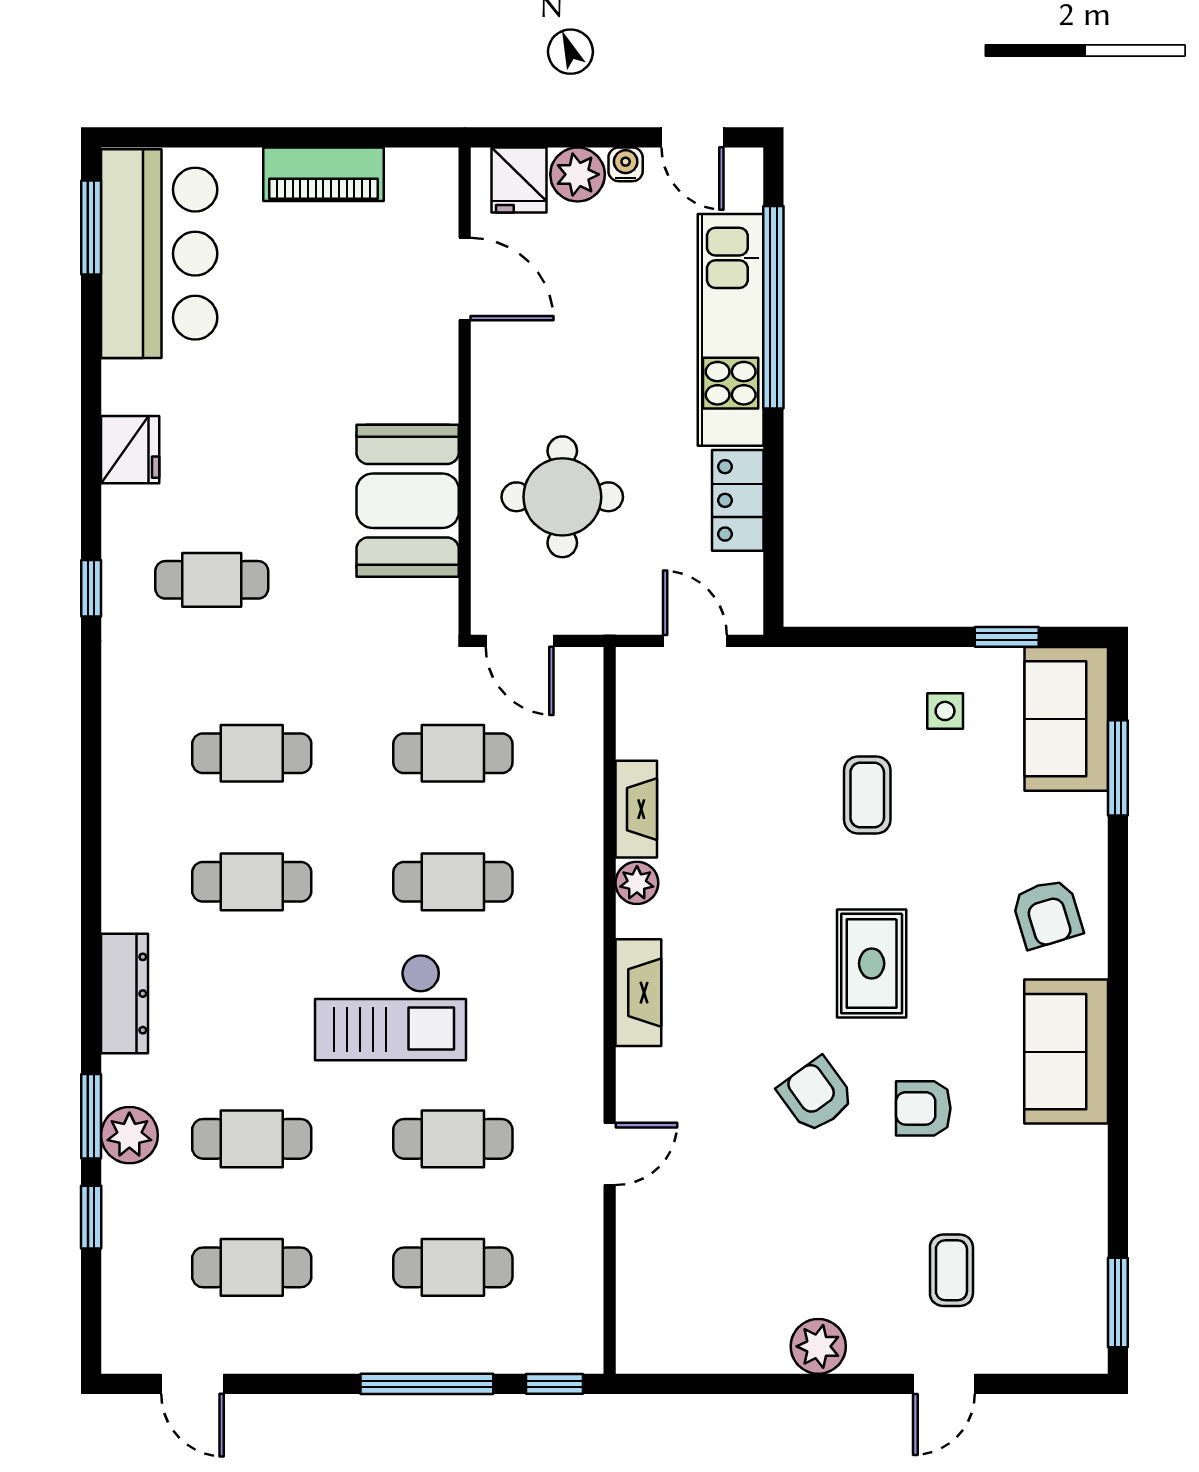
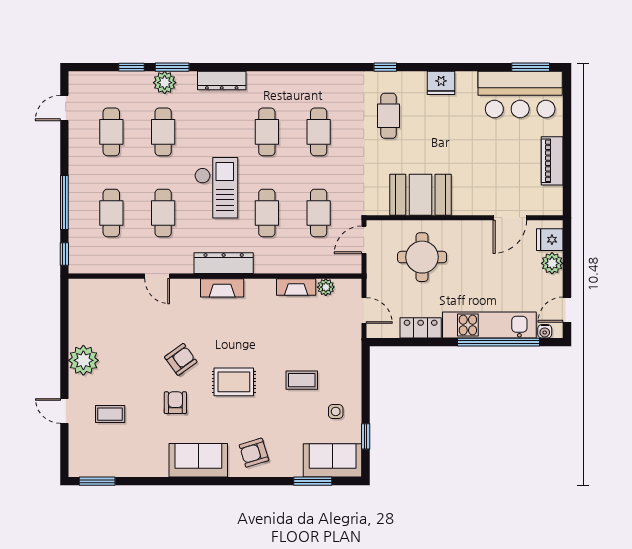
water cooler: (626, 164) -> (545, 331), moved, turned 90
door: (695, 641) -> (364, 311), hinge flipped
plant: (637, 883) -> (326, 287), moved
dresser: (577, 989) -> (224, 263), added
checkout: (390, 1007) -> (216, 188), turned 180
plant: (818, 1346) -> (83, 360), width x1.36, depth x1.36

